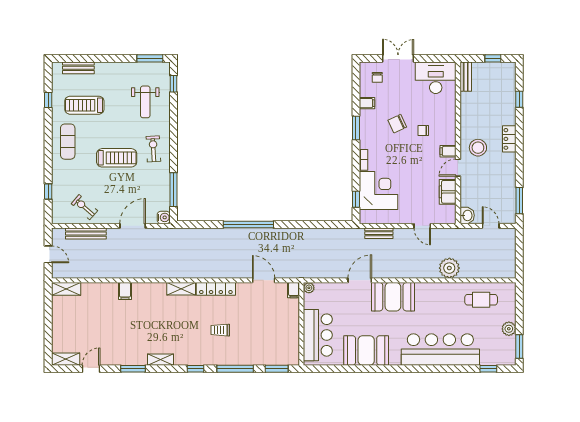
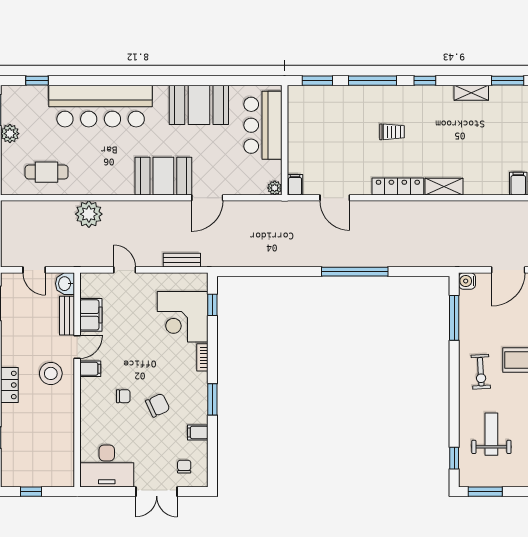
bench: (466, 77) -> (67, 316), moved

